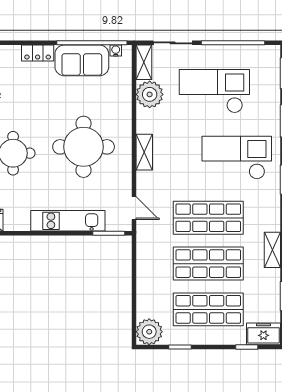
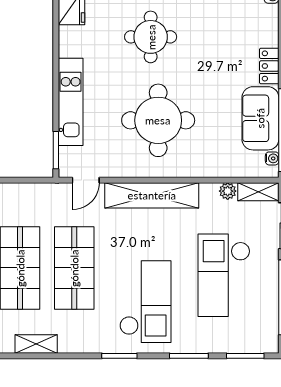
checkout: (214, 91) -> (224, 275), turned 180
plant: (150, 94) -> (228, 191), width x0.53, depth x0.53
shelving: (144, 152) -> (152, 195), width x2.20, depth x1.33

